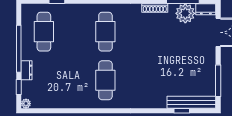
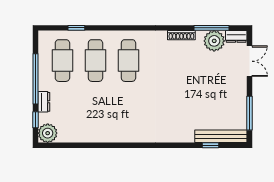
cafe table: (105, 80) -> (95, 61), moved
plant: (26, 104) -> (48, 133), width x1.87, depth x1.87

